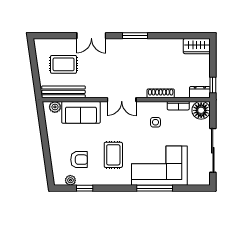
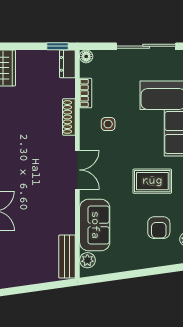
rug: (64, 64) -> (30, 249), removed
bench: (63, 92) -> (67, 257), width x0.73
floor lamp: (201, 110) -> (86, 56), width x0.53, depth x0.53
armchair: (79, 160) -> (159, 228), turned 180

